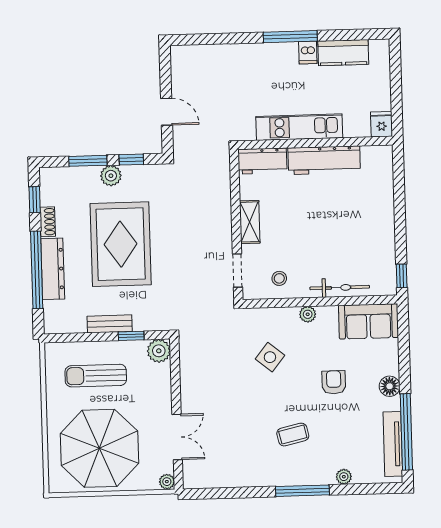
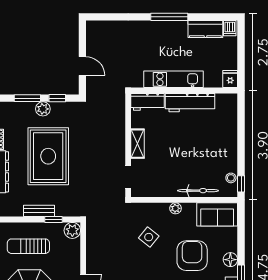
dishwasher: (308, 53) -> (230, 28), moved
stool: (279, 278) -> (231, 178), moved
armchair: (334, 382) -> (192, 256), width x1.88, depth x1.88

